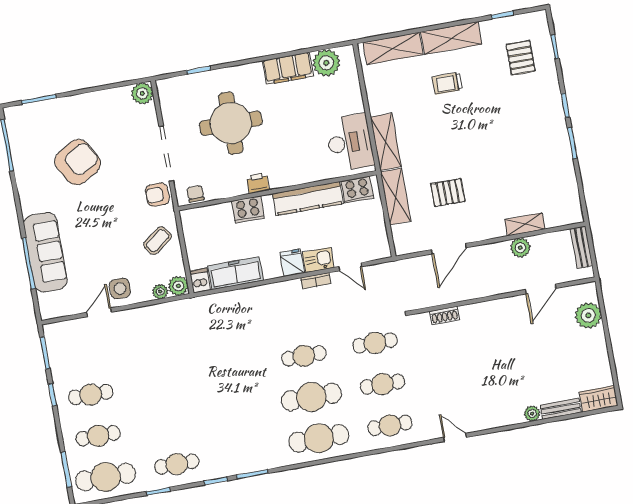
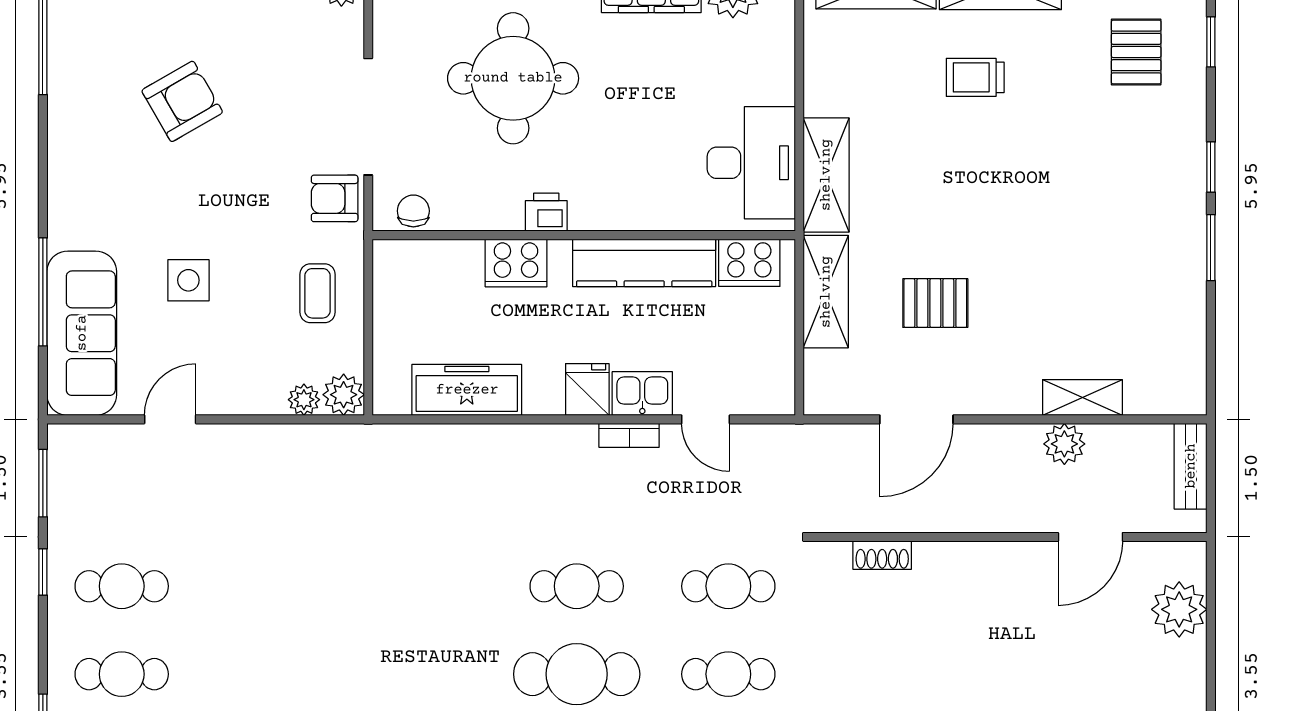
armchair: (78, 162) -> (182, 101), width x0.73, depth x0.73
coffee table: (157, 241) -> (318, 293), turned -54
sofa: (45, 252) -> (82, 333), moved
dishwasher: (200, 281) -> (390, 392), removed
side table: (120, 289) -> (188, 280), moved

